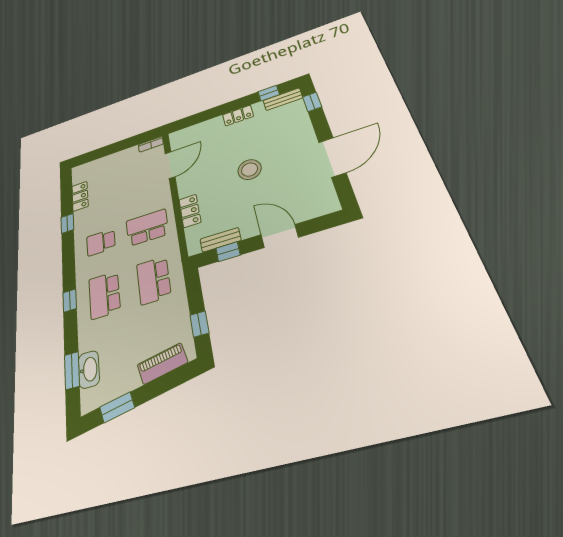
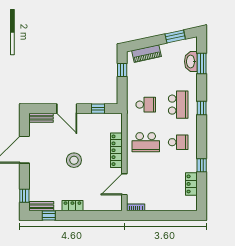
locker: (190, 211) -> (116, 150), width x1.53
bench: (220, 240) -> (41, 118), moved
school desk: (154, 280) -> (146, 105), width x0.54

